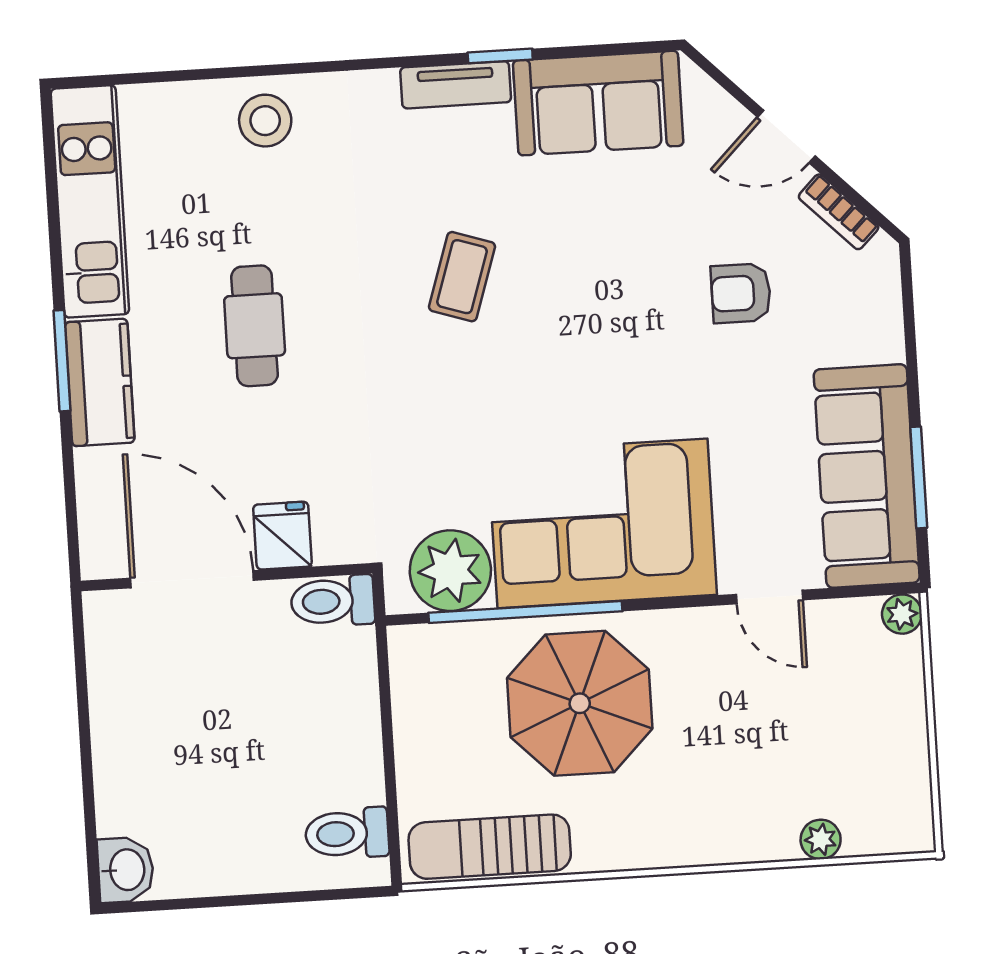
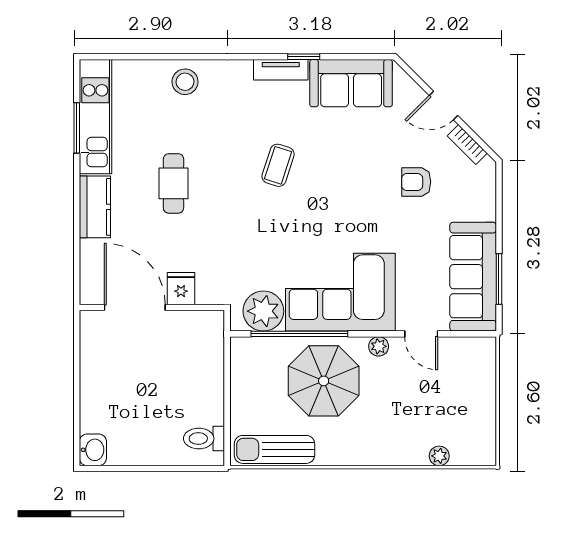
window: (62, 361) -> (77, 128), moved
toilet: (333, 601) -> (204, 323), removed
plant: (902, 614) -> (379, 346), moved

